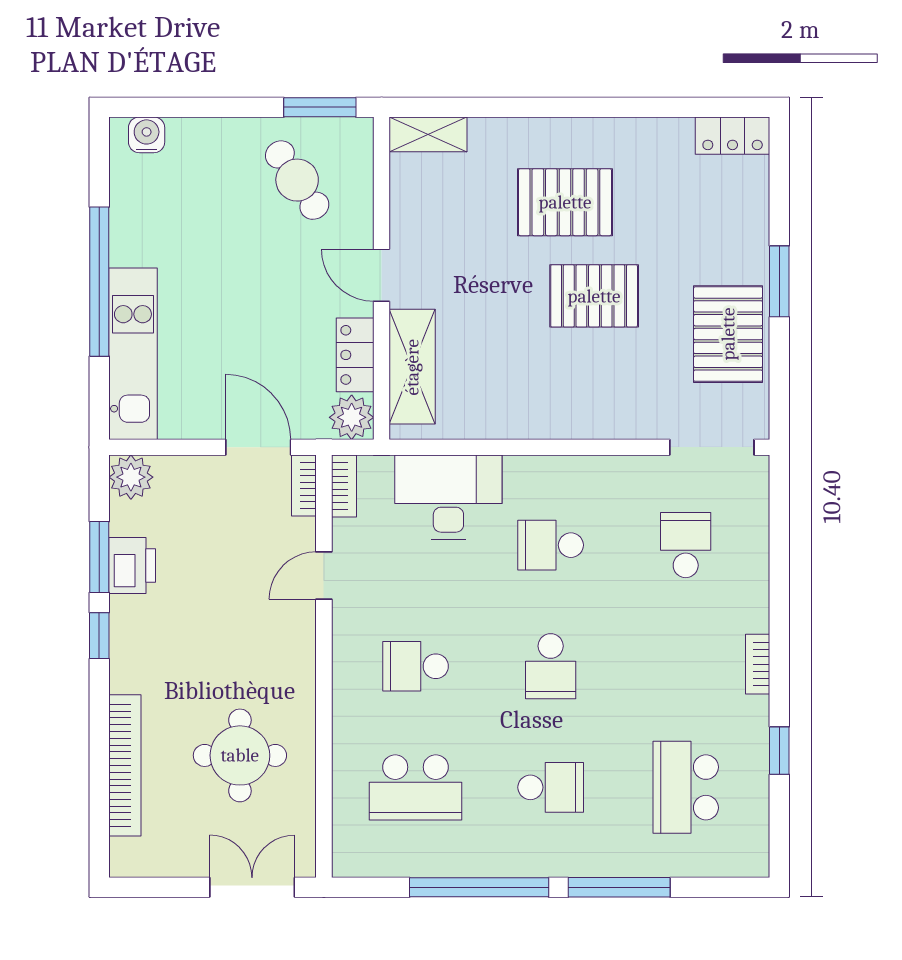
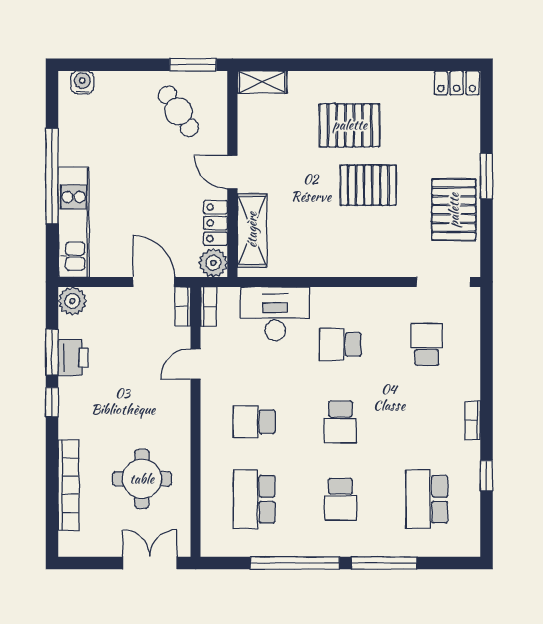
school desk: (415, 787) -> (254, 499), turned 90
school desk: (551, 787) -> (340, 499), turned 90

